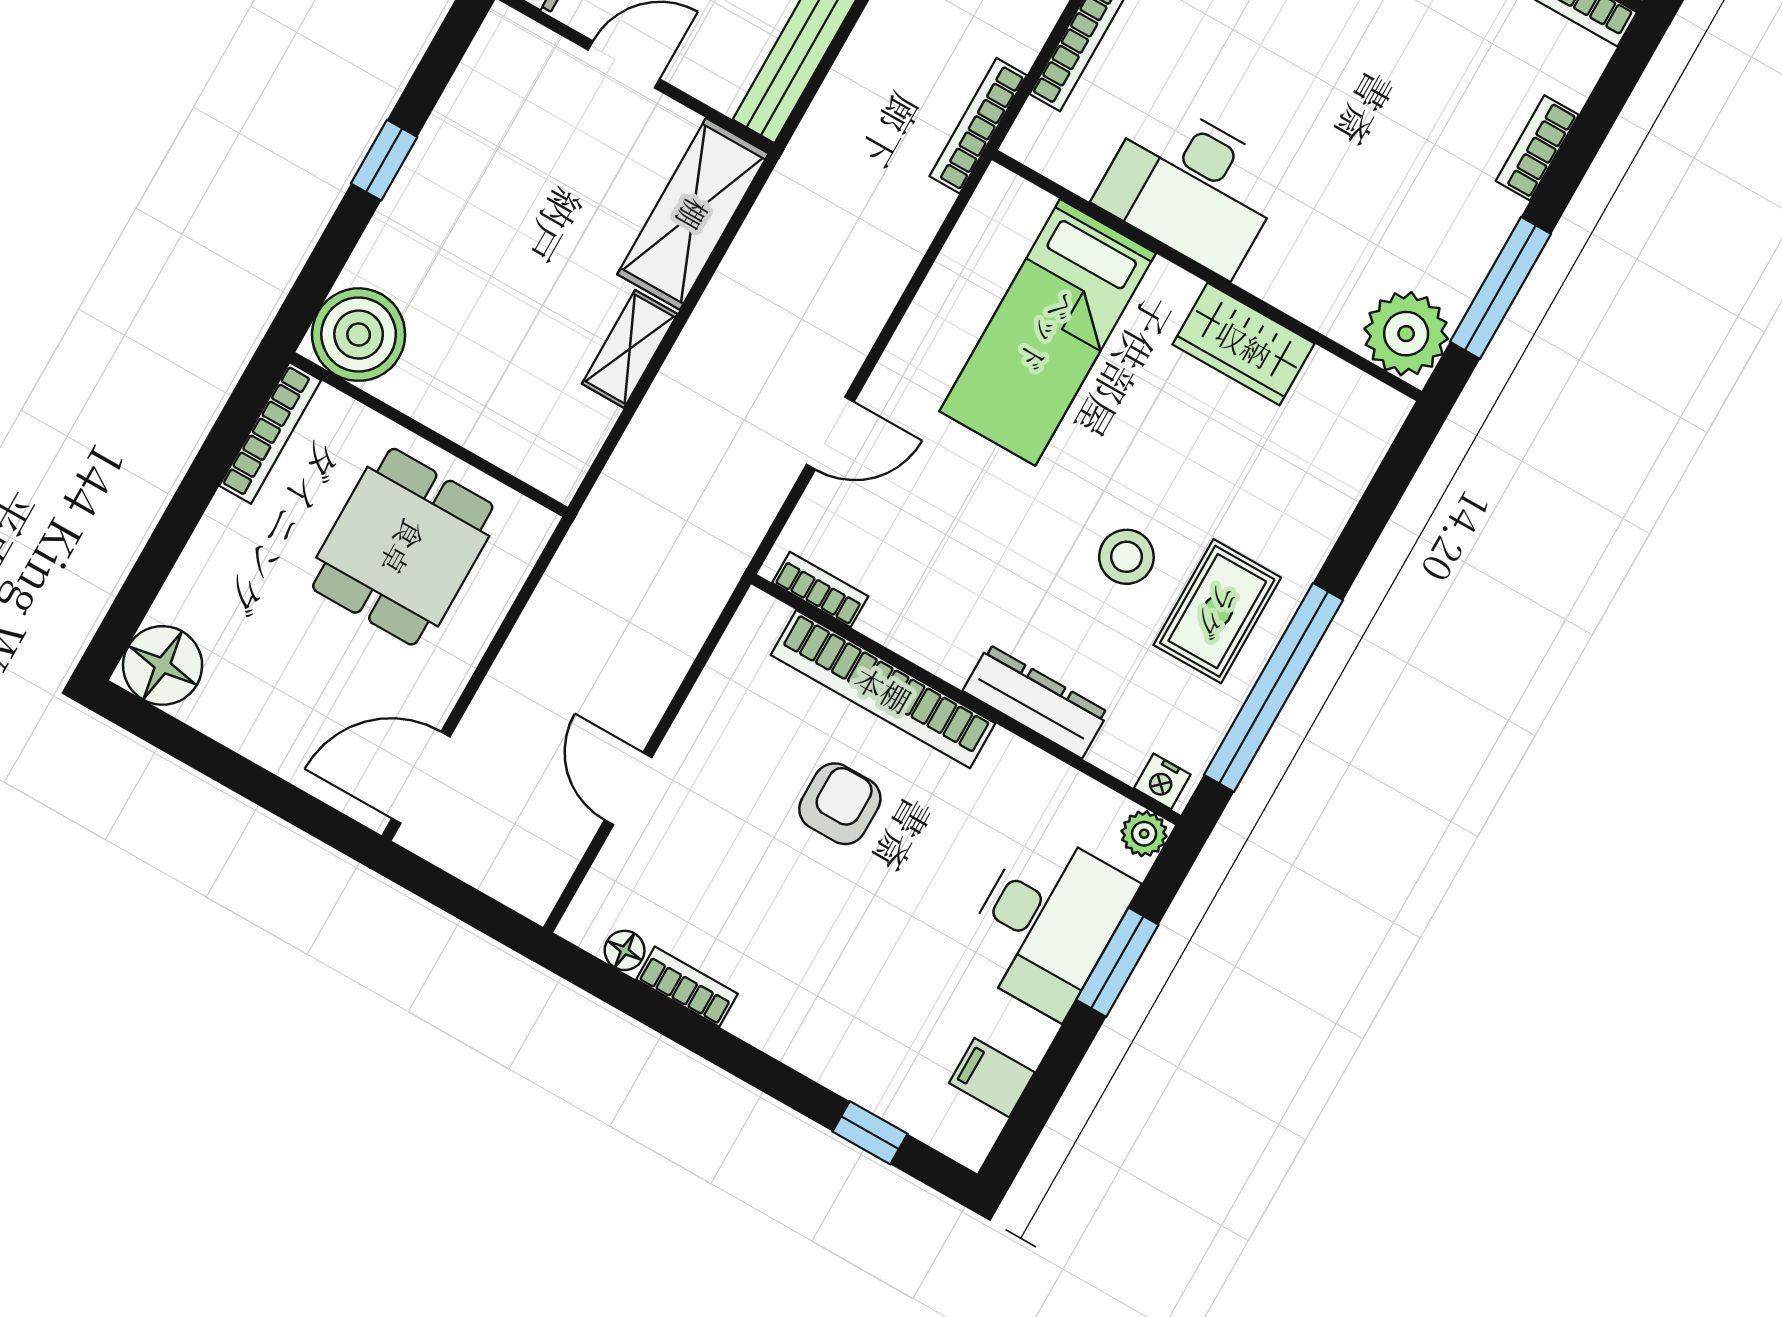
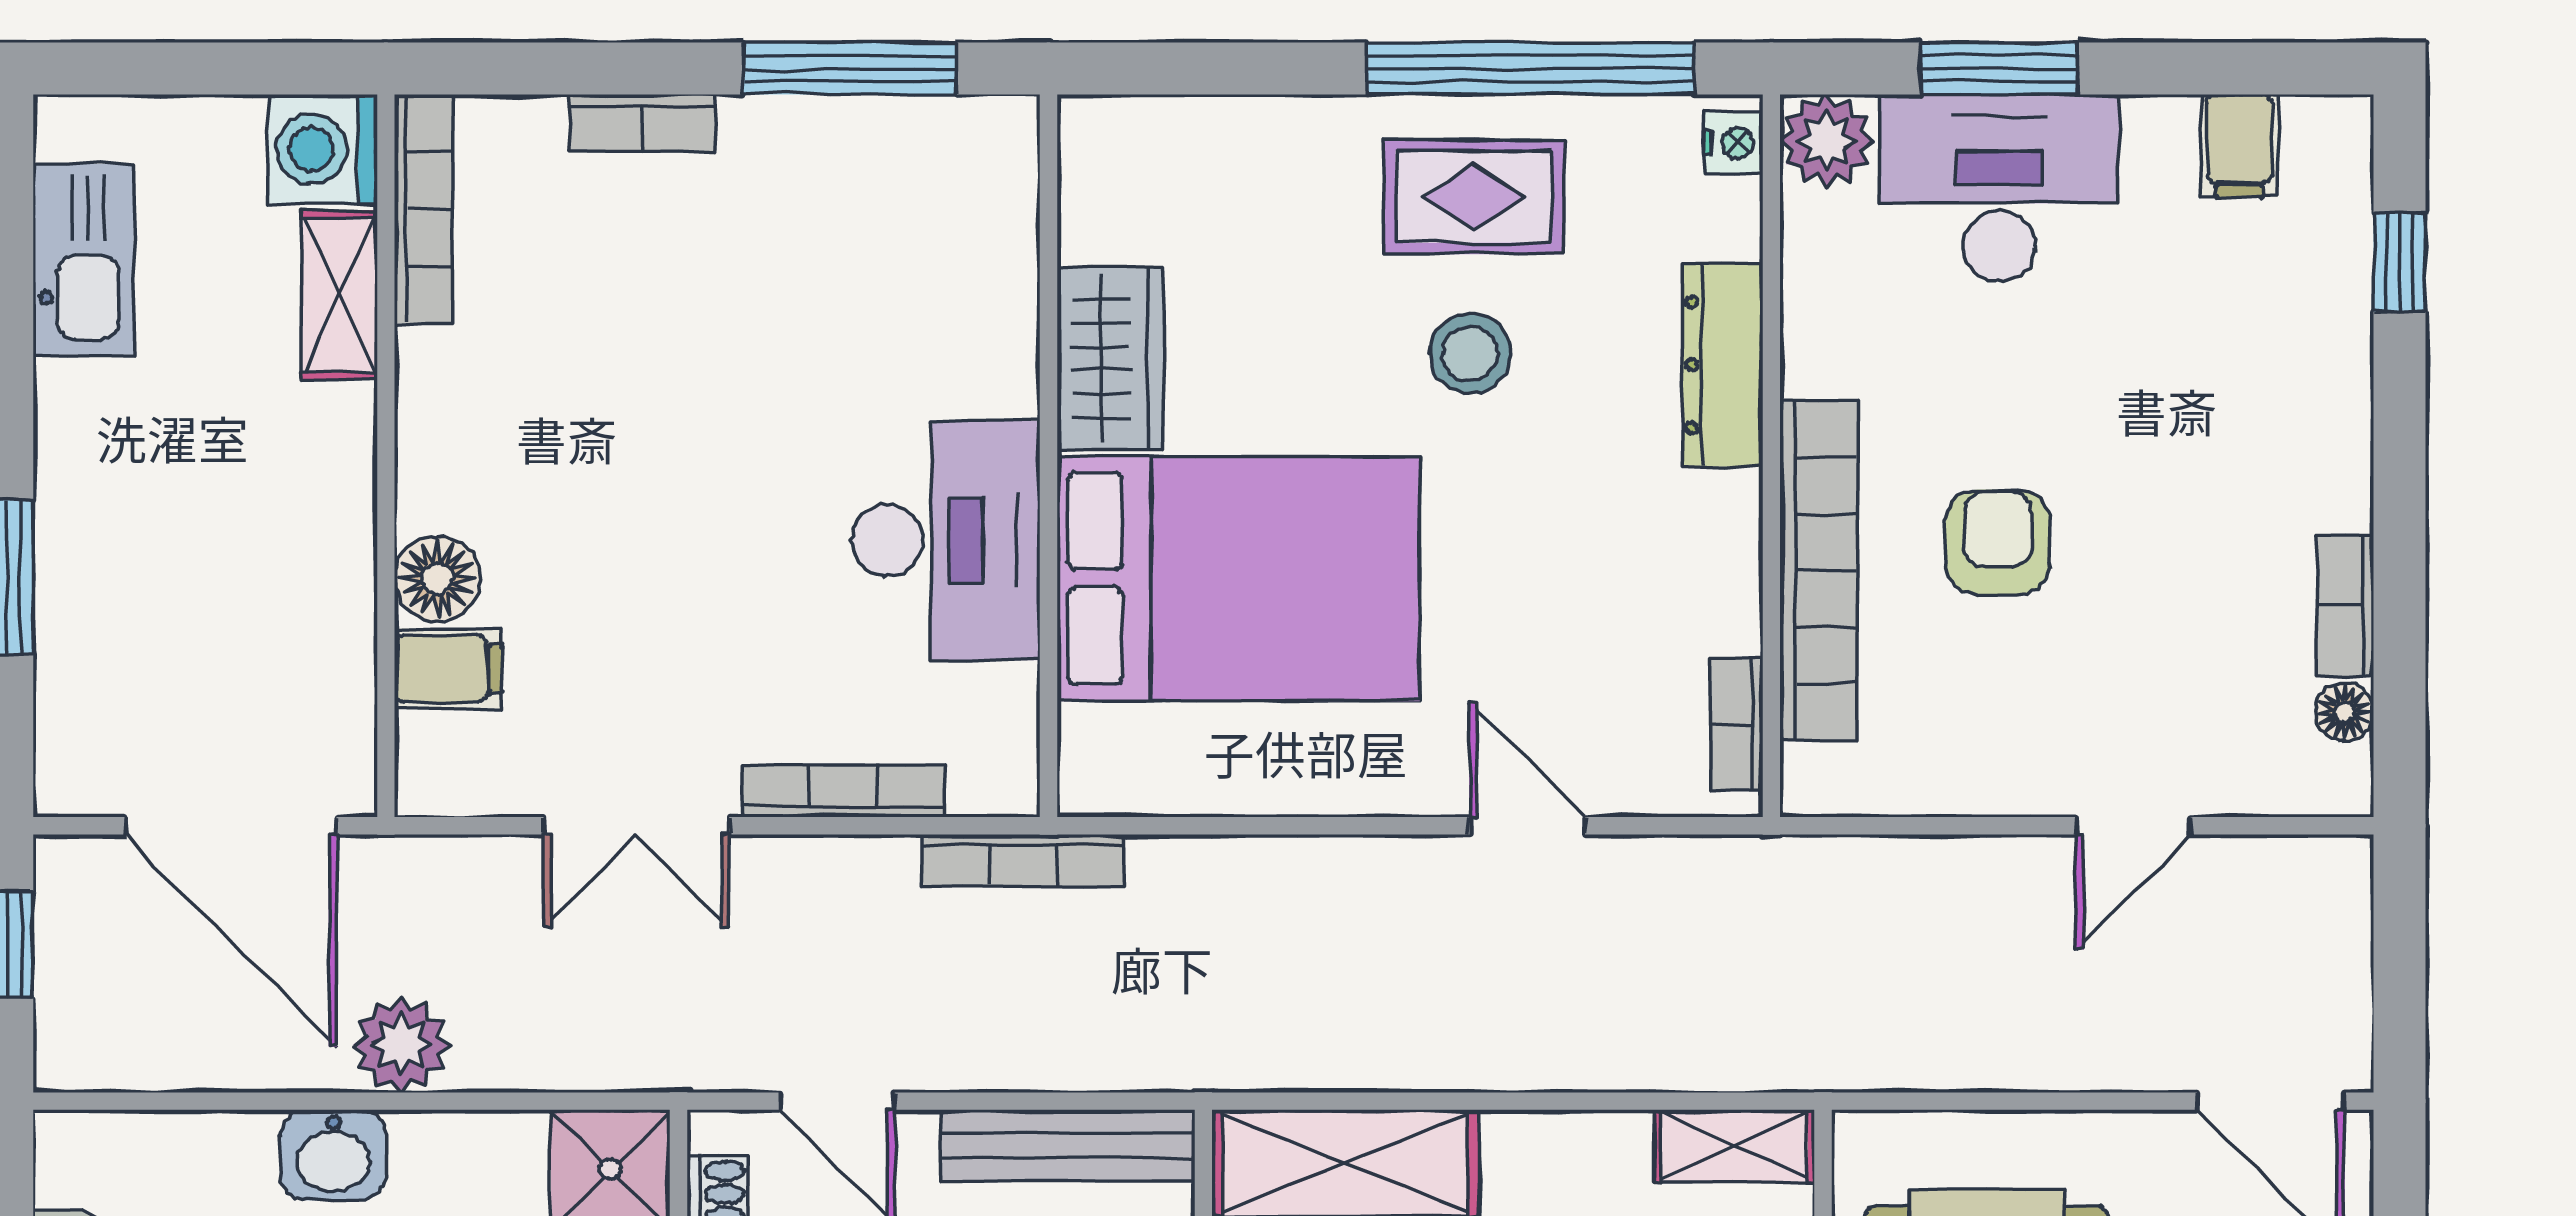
bed: (1048, 332) -> (1238, 579), width x1.50
plant: (1406, 334) -> (978, 157), removed
shelving: (630, 349) -> (1734, 1146), moved
armchair: (840, 804) -> (1998, 542), turned 90
plant: (1144, 834) -> (1826, 141), width x1.38, depth x1.38

